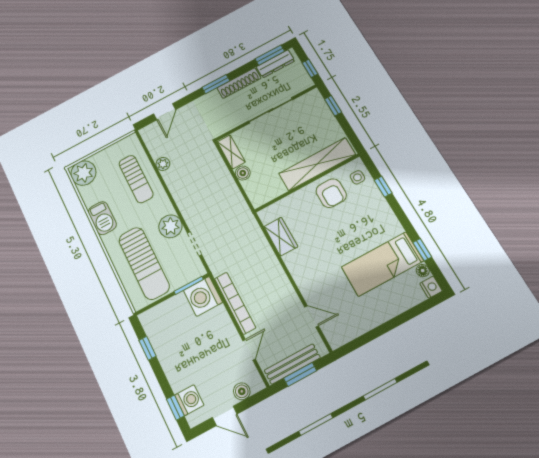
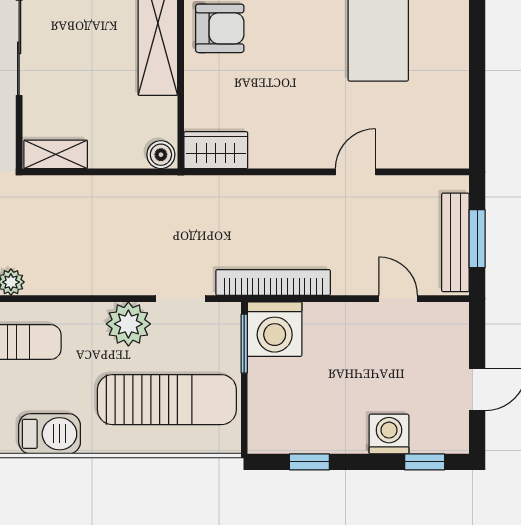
boiler: (243, 173) -> (161, 155), moved
wardrobe: (281, 237) -> (216, 150), moved
bookcase: (235, 303) -> (273, 282), moved
door: (312, 316) -> (355, 172), moved
boiler: (242, 391) -> (455, 344), removed
washing machine: (189, 400) -> (389, 434), moved

